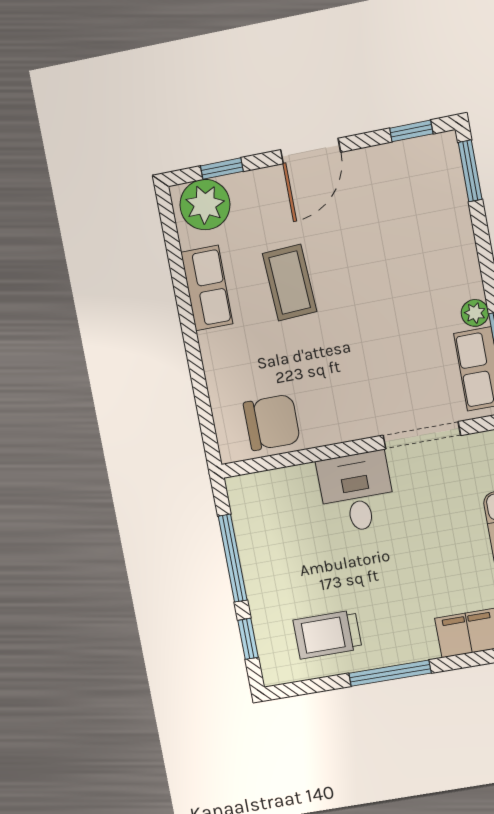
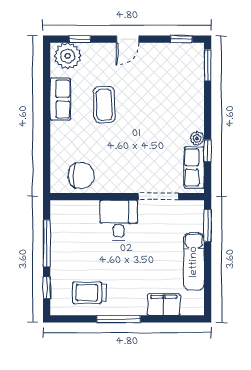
door: (311, 151) -> (128, 39), width x0.73

